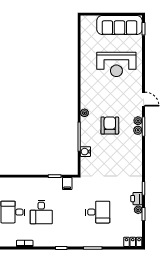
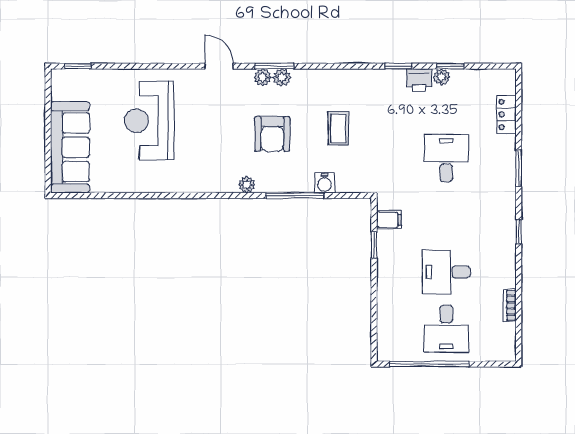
sofa: (120, 25) -> (70, 147), moved
reception desk: (116, 64) -> (149, 121), turned 180
door: (144, 99) -> (219, 66), hinge flipped
armchair: (110, 126) -> (272, 134), turned -90
coffee table: (113, 158) -> (338, 128), added
desk: (41, 212) -> (446, 272), turned 180
locker: (133, 242) -> (506, 114), moved

